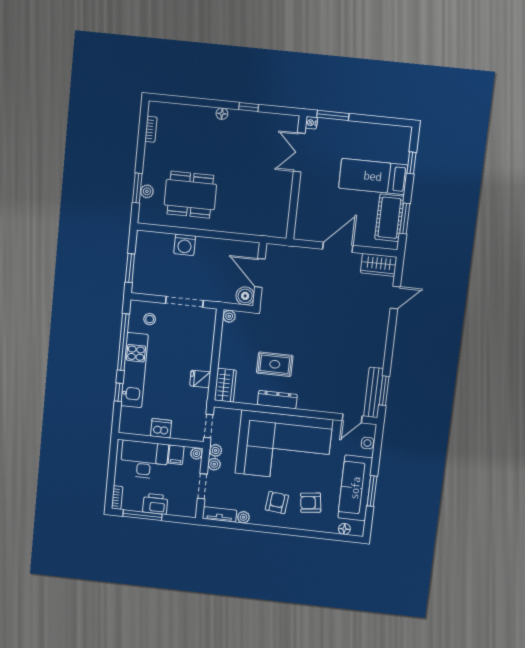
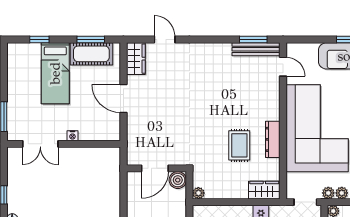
nightstand: (311, 123) -> (72, 136), moved
side table: (367, 443) -> (305, 49), removed

